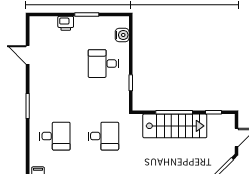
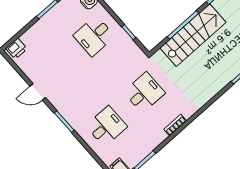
printer: (66, 23) -> (16, 49), moved
door: (28, 55) -> (38, 92), moved

